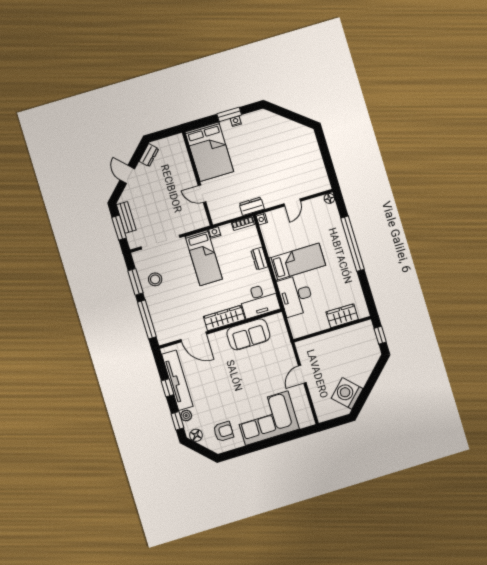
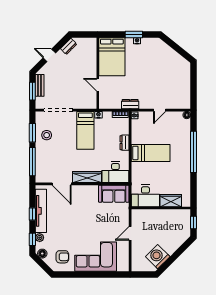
door: (127, 174) -> (49, 55), hinge flipped
desk: (296, 295) -> (145, 196), moved, turned -90
sofa: (248, 334) -> (114, 194), moved

